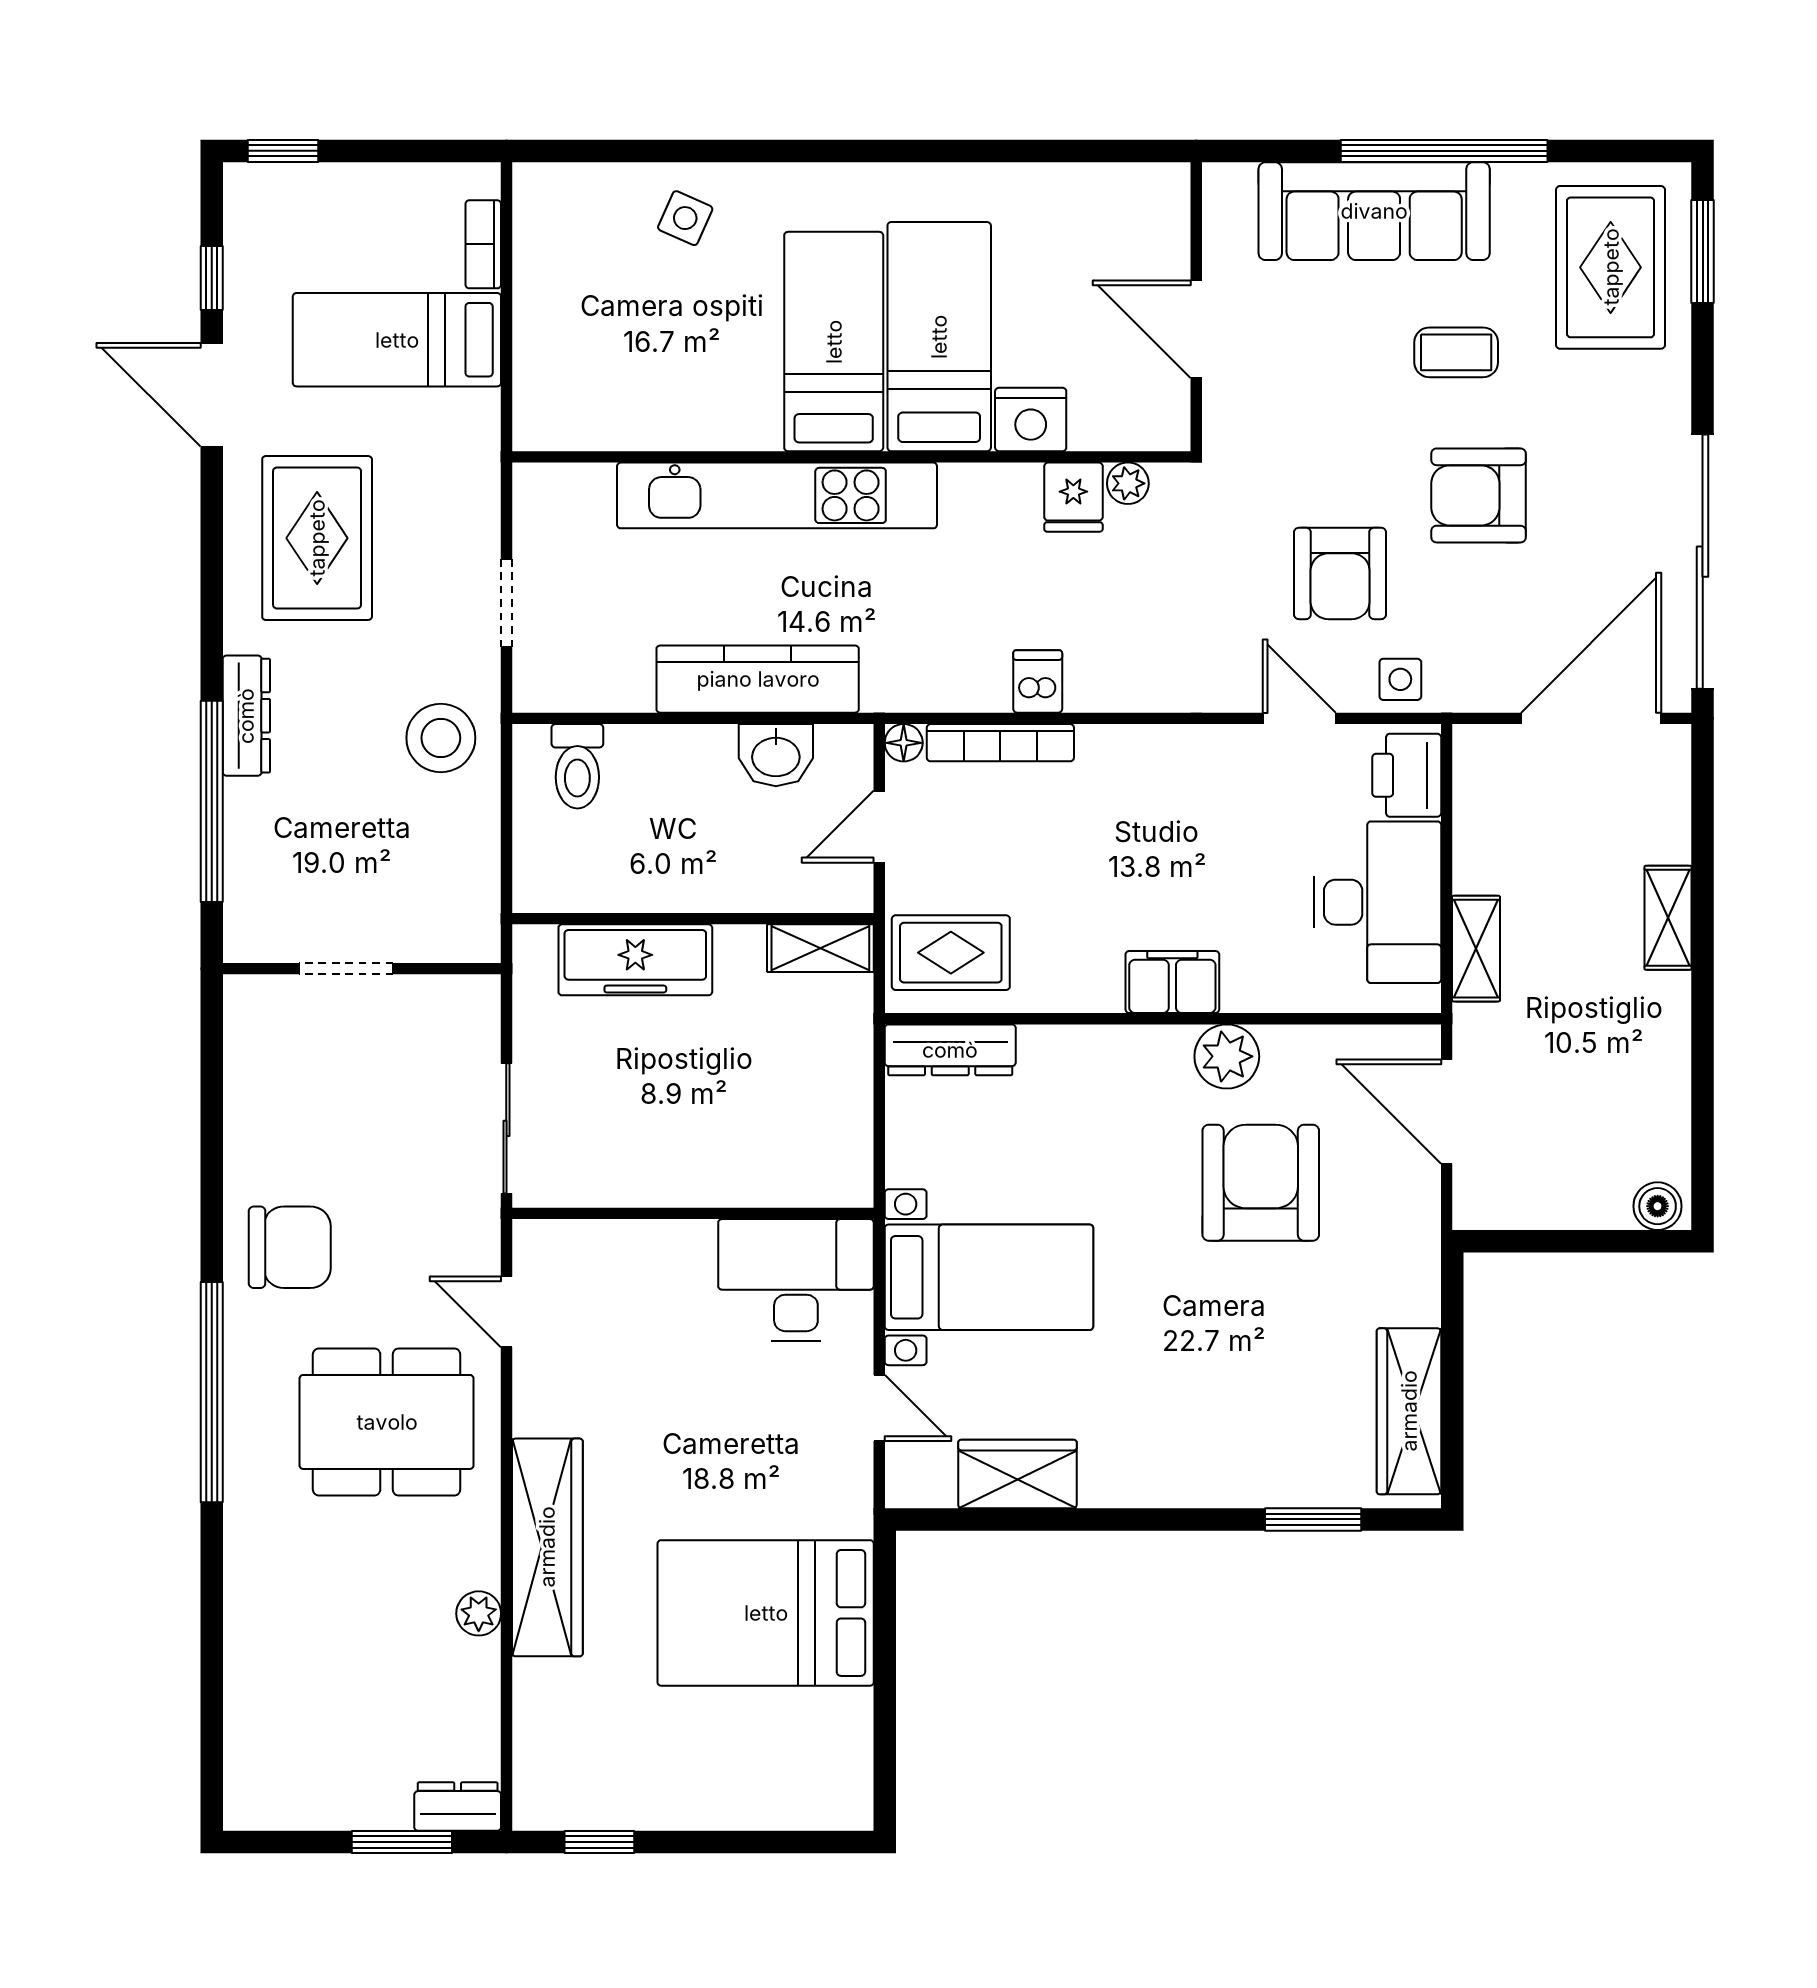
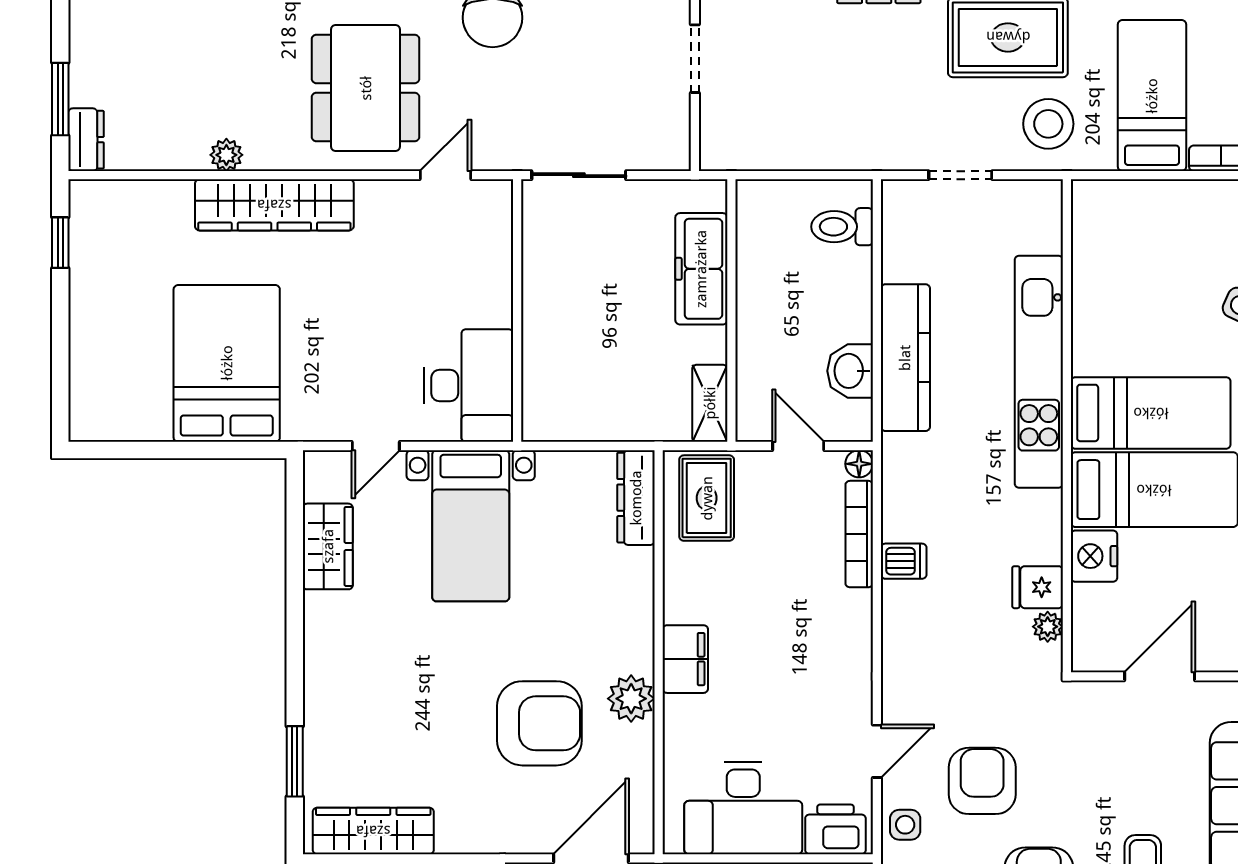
armchair: (1340, 573) -> (982, 781), turned 90
stool: (441, 738) -> (1048, 124), moved

